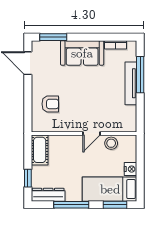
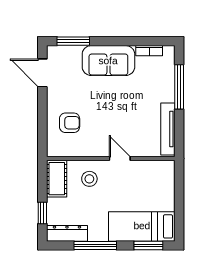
tv unit: (131, 83) -> (168, 129), moved
door: (91, 133) -> (120, 159), swing flipped
stool: (111, 143) -> (89, 179), moved
nightstand: (131, 169) -> (167, 202), removed

